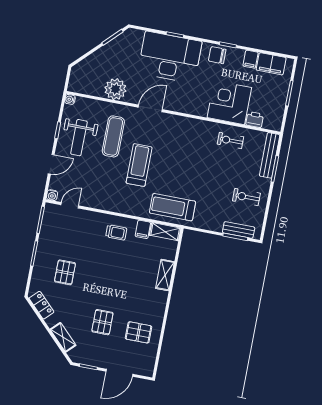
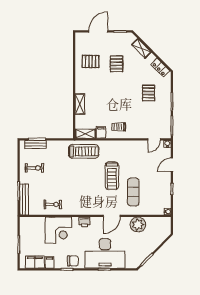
printer: (255, 120) -> (84, 222), moved
weight bench: (79, 138) -> (157, 187), removed

